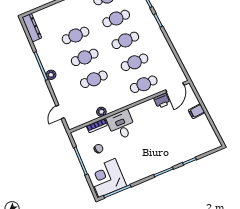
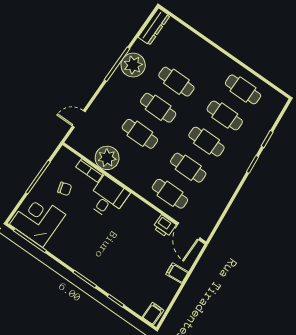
plant: (51, 75) -> (133, 65), moved, width x1.87, depth x1.87
door: (175, 87) -> (189, 231), hinge flipped
plant: (101, 112) -> (107, 158), width x1.87, depth x1.87
filing cabinet: (212, 143) -> (153, 314), added

